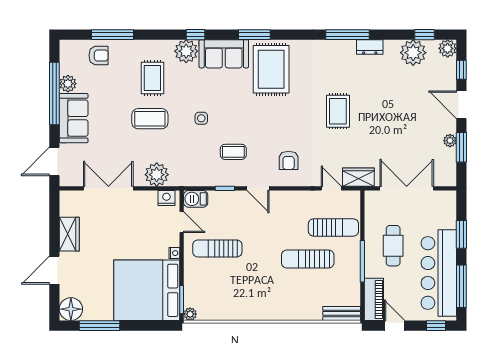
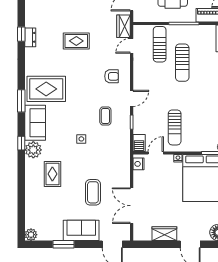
window: (112, 35) -> (21, 203), removed
window: (347, 35) -> (21, 34), width x0.46
dresser: (370, 47) -> (30, 37), moved
armchair: (99, 56) -> (36, 213), removed
rug: (152, 78) -> (52, 174), turned 90
plant: (68, 84) -> (31, 235), moved
window: (54, 93) -> (64, 244), width x0.47
coffee table: (150, 119) -> (93, 192), moved
plant: (157, 175) -> (122, 171), removed

